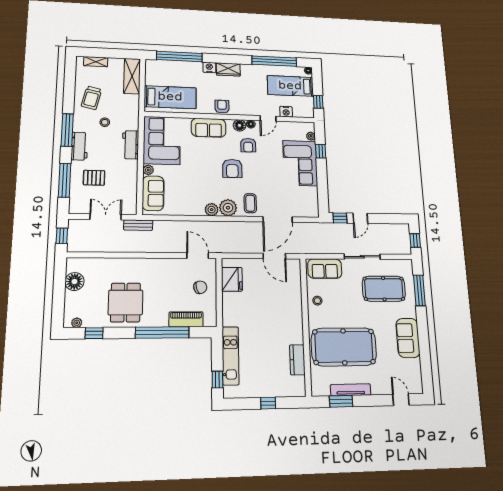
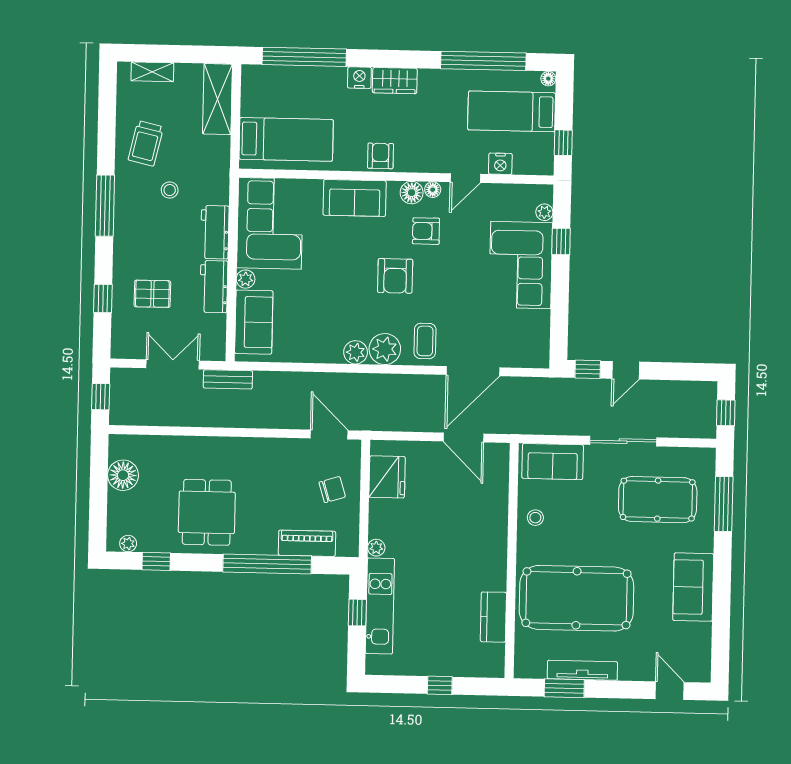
armchair: (248, 145) -> (426, 231), turned 90
workbench: (79, 146) -> (214, 287), moved, turned 180
window: (65, 180) -> (103, 298), width x0.46
plant: (227, 321) -> (376, 548), added
window: (217, 380) -> (357, 613), moved

